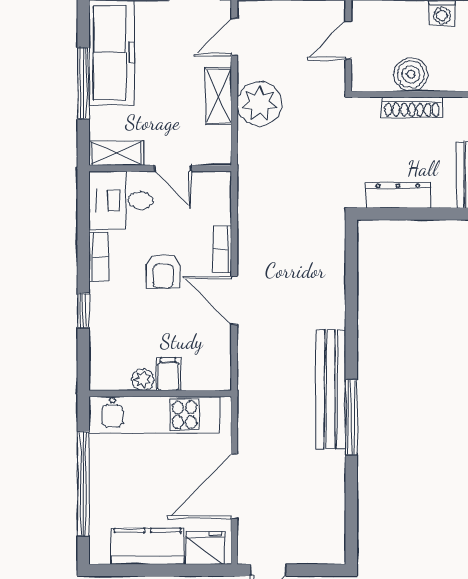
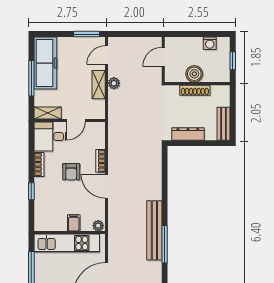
plant: (260, 104) -> (114, 83), width x0.53, depth x0.53
door: (173, 168) -> (76, 120), hinge flipped
plant: (143, 380) -> (98, 226), moved

